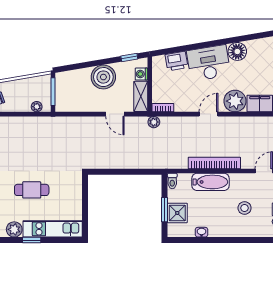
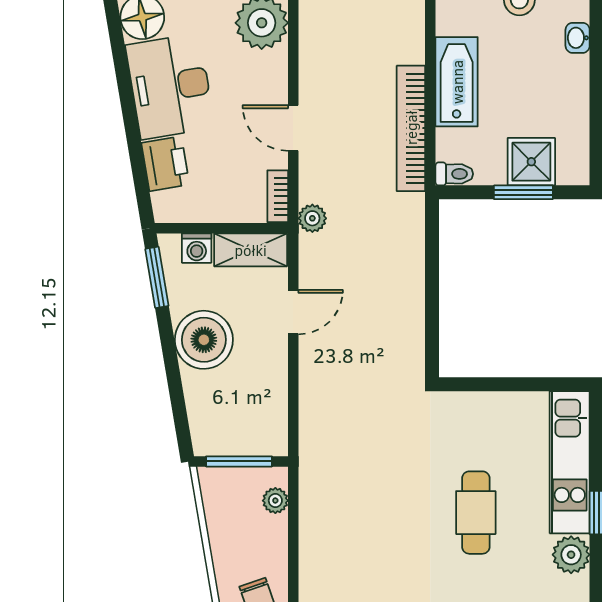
window: (129, 58) -> (157, 277), width x1.50
door: (209, 114) -> (293, 128), moved
bookcase: (214, 163) -> (411, 128), moved
washbasin: (202, 232) -> (578, 38), moved

